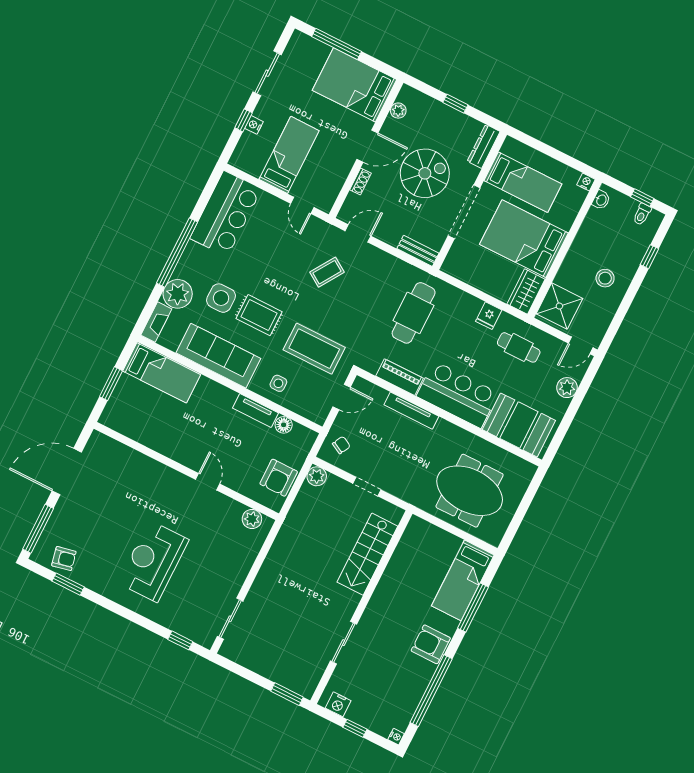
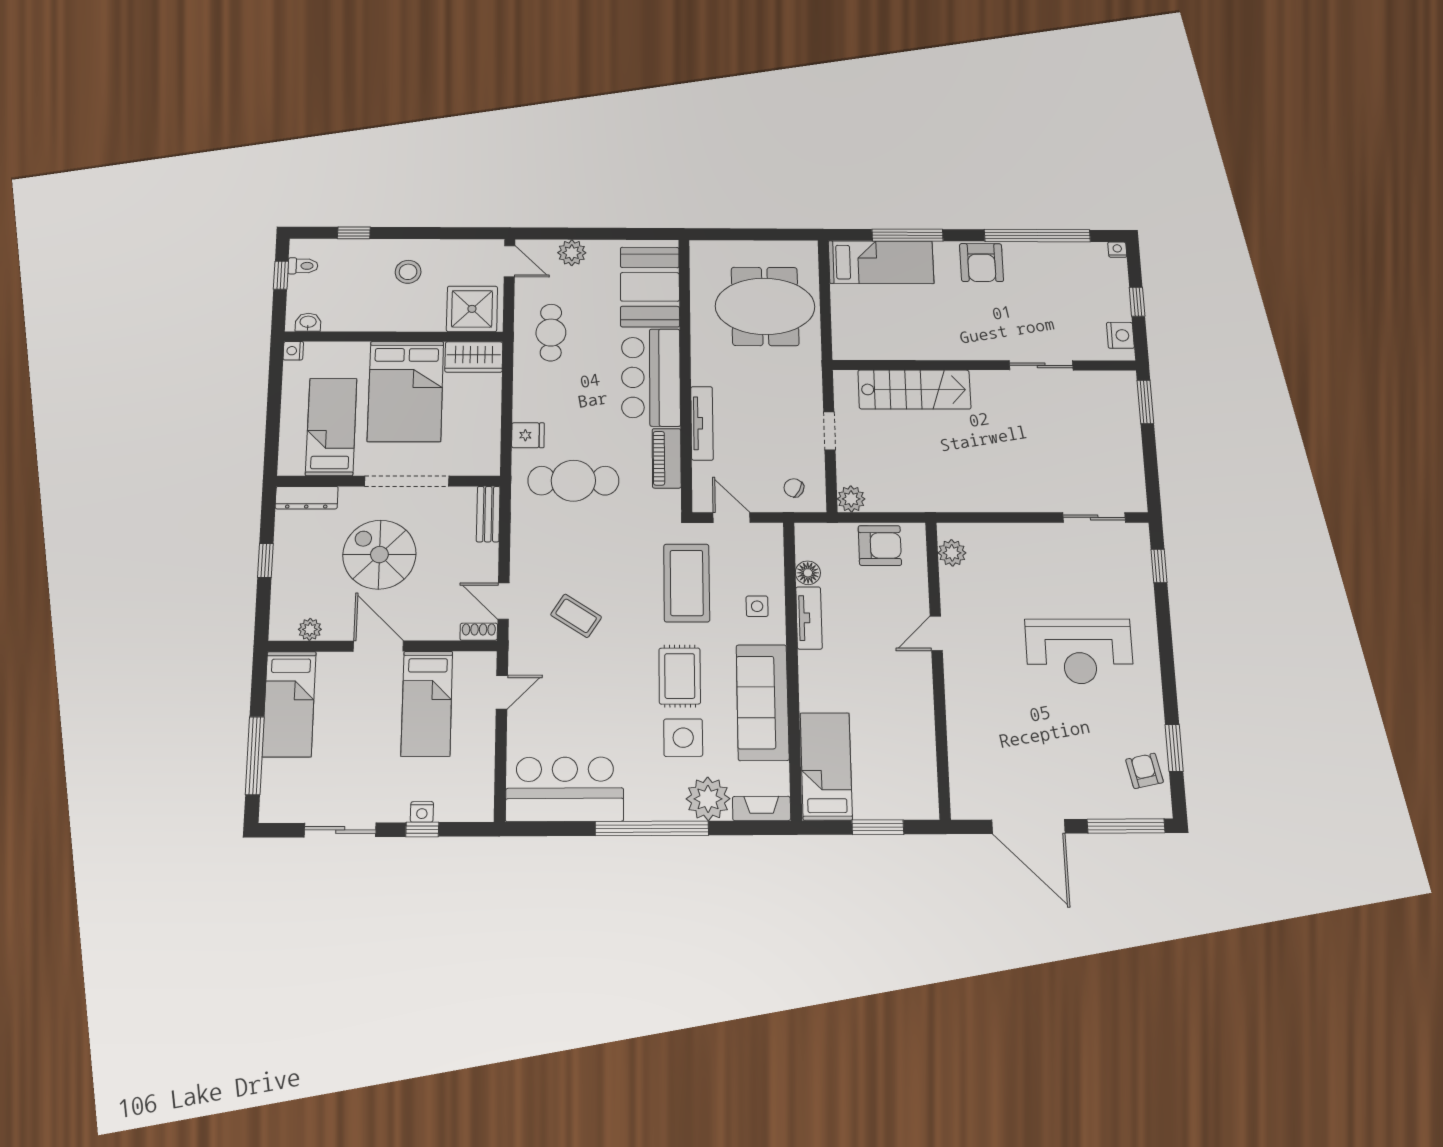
bed: (354, 85) -> (289, 704), width x0.67
bed: (289, 155) -> (427, 704), moved, turned -90
shoe rack: (361, 182) -> (479, 632), moved
fridge: (489, 316) -> (528, 435), moved
meeting table: (470, 491) -> (765, 306), turned 90

